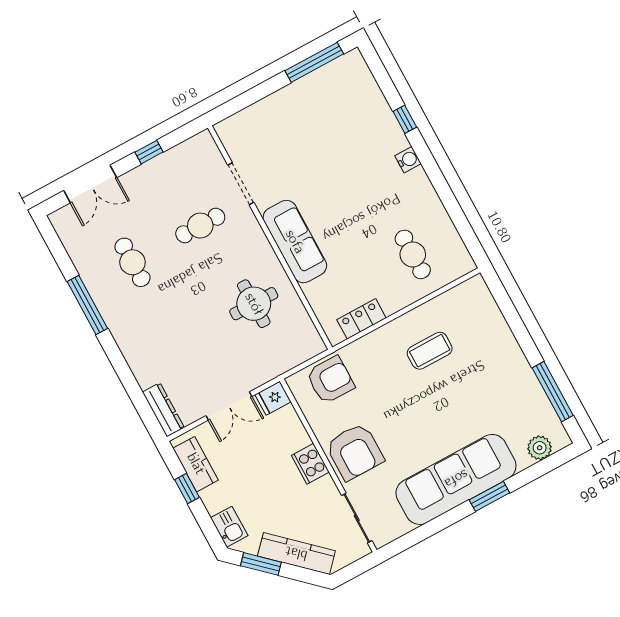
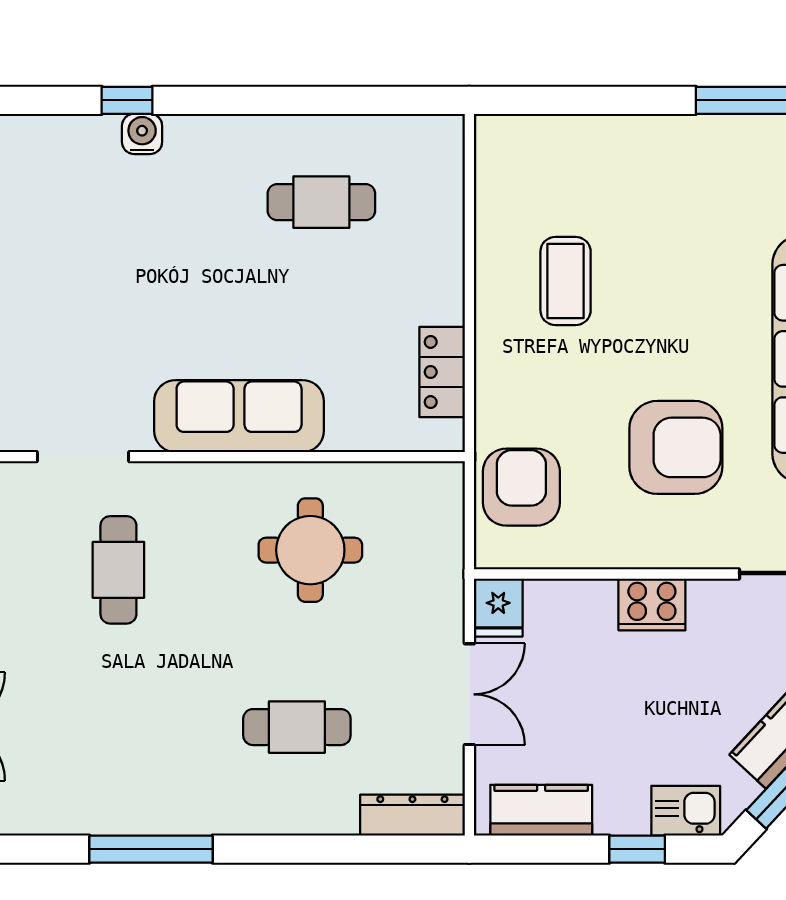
water cooler: (408, 160) -> (142, 134), moved
cafe table: (413, 254) -> (321, 202), moved
cafe table: (132, 262) -> (297, 727), moved
armchair: (355, 452) -> (676, 447), moved
window: (187, 489) -> (637, 849), moved

